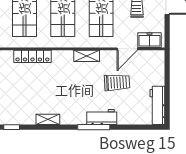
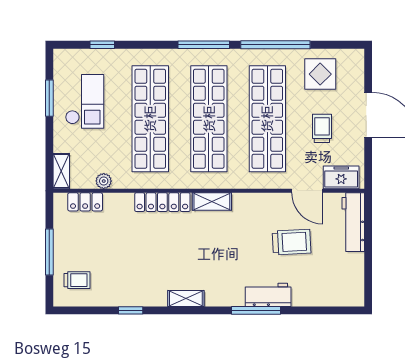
door: (127, 49) -> (307, 191), hinge flipped
shelving: (87, 56) -> (212, 201), moved
workbench: (157, 105) -> (353, 222), moved

